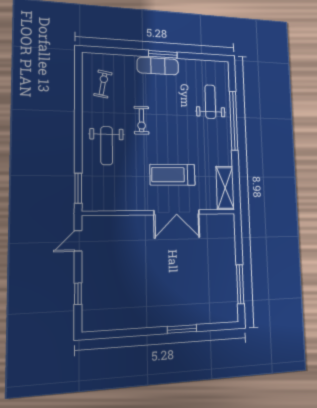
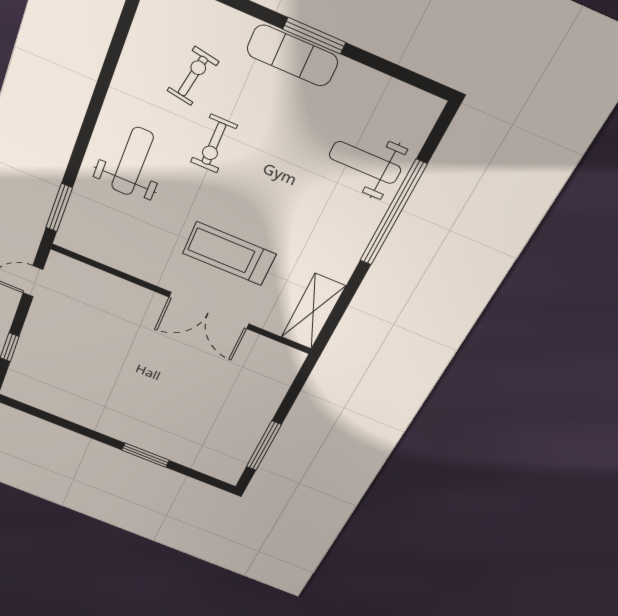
exercise bike: (103, 84) -> (193, 76), moved
weight bench: (210, 102) -> (365, 163), turned -90
weight bench: (107, 146) -> (132, 161), turned 180

